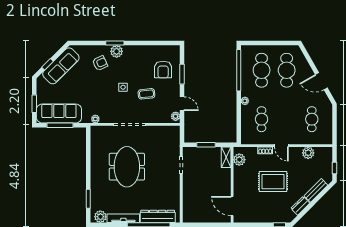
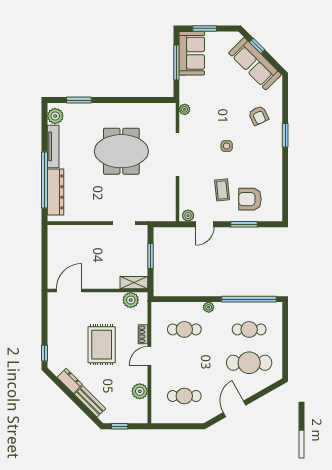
plant: (117, 51) -> (274, 137), removed
cafe table: (262, 70) -> (249, 329), width x0.73, depth x0.74
coffee table: (146, 94) -> (222, 190), moved
sofa: (59, 114) -> (192, 53), width x0.73

